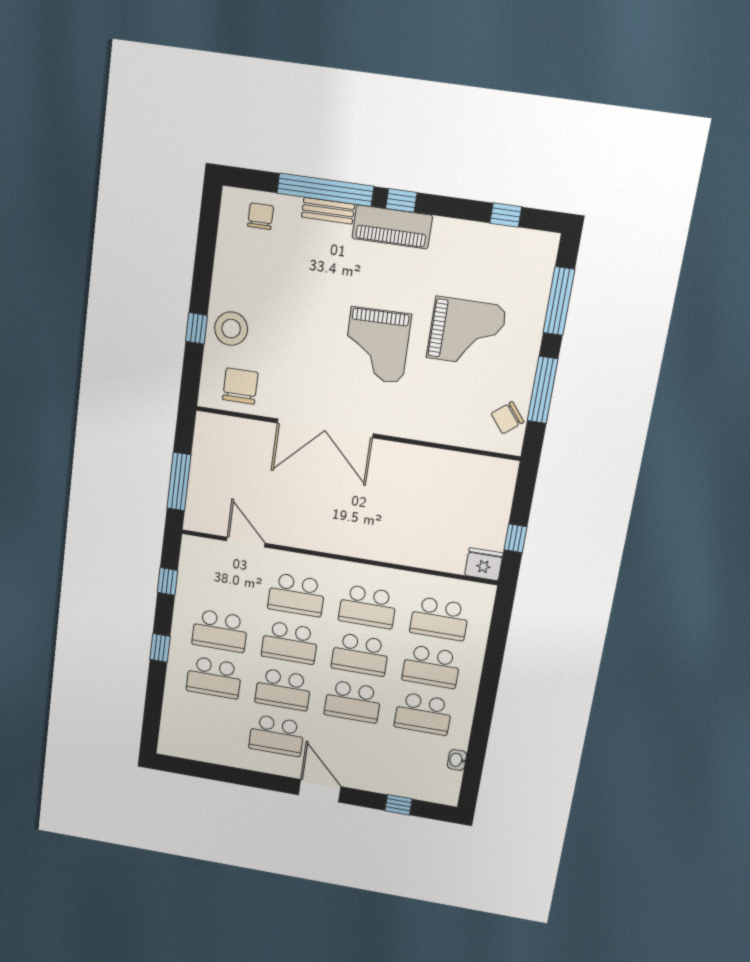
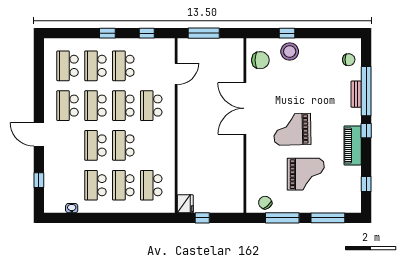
piano: (392, 227) -> (353, 145), moved
grand piano: (466, 332) -> (306, 174), turned -90
school desk: (368, 607) -> (67, 66), moved
door: (320, 791) -> (39, 134), swing flipped

